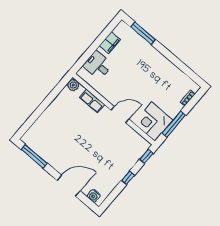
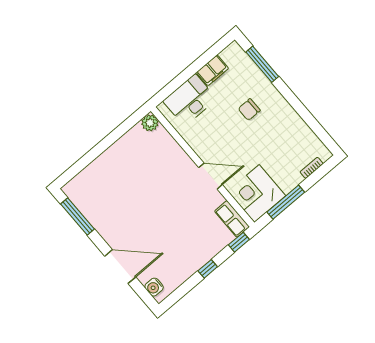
desk: (98, 65) -> (190, 100), width x1.37
chair: (139, 65) -> (249, 110), added
row of seats: (92, 101) -> (232, 219), moved

